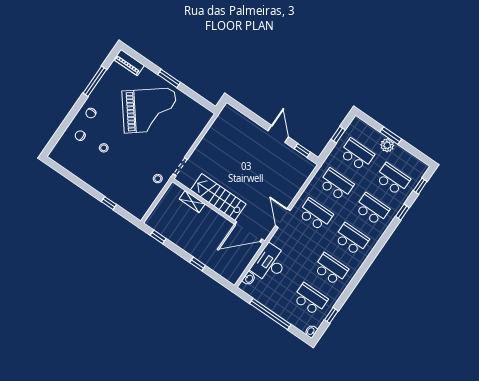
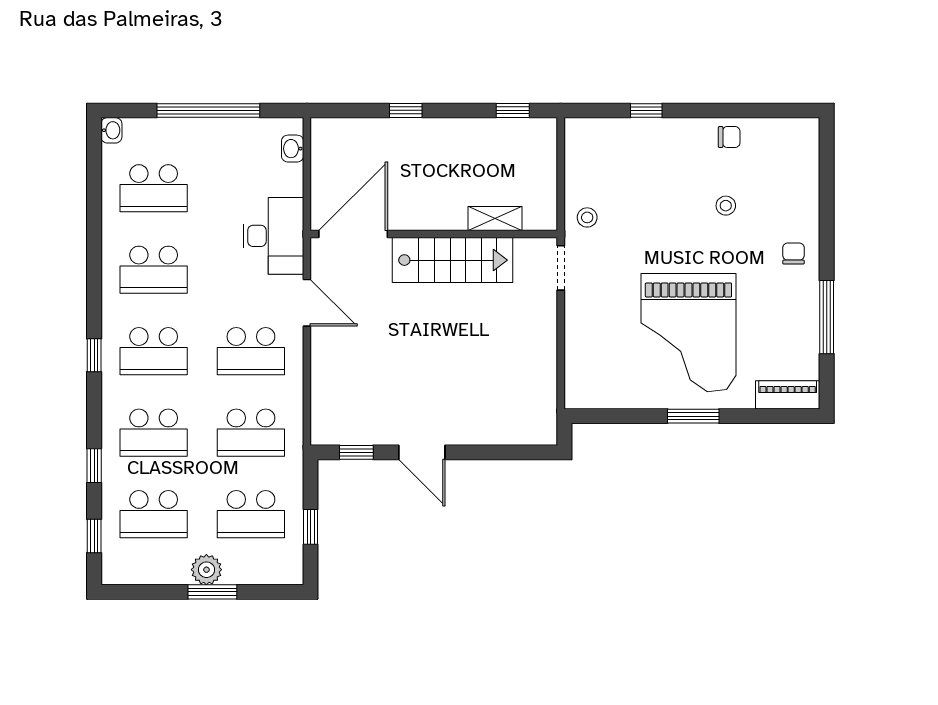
grand piano: (150, 110) -> (688, 333), turned -52
chair: (80, 136) -> (729, 137), moved
desk: (270, 263) -> (273, 236), moved
window: (331, 315) -> (94, 355), moved

